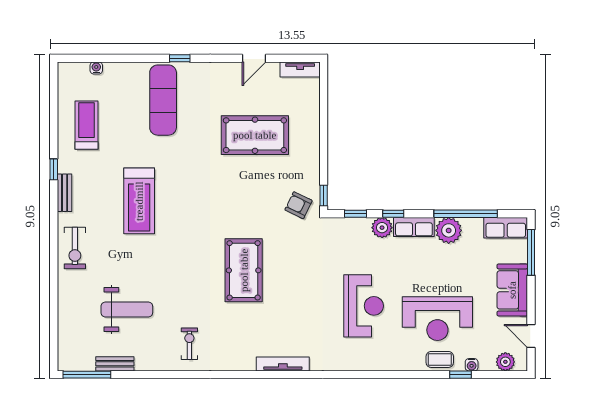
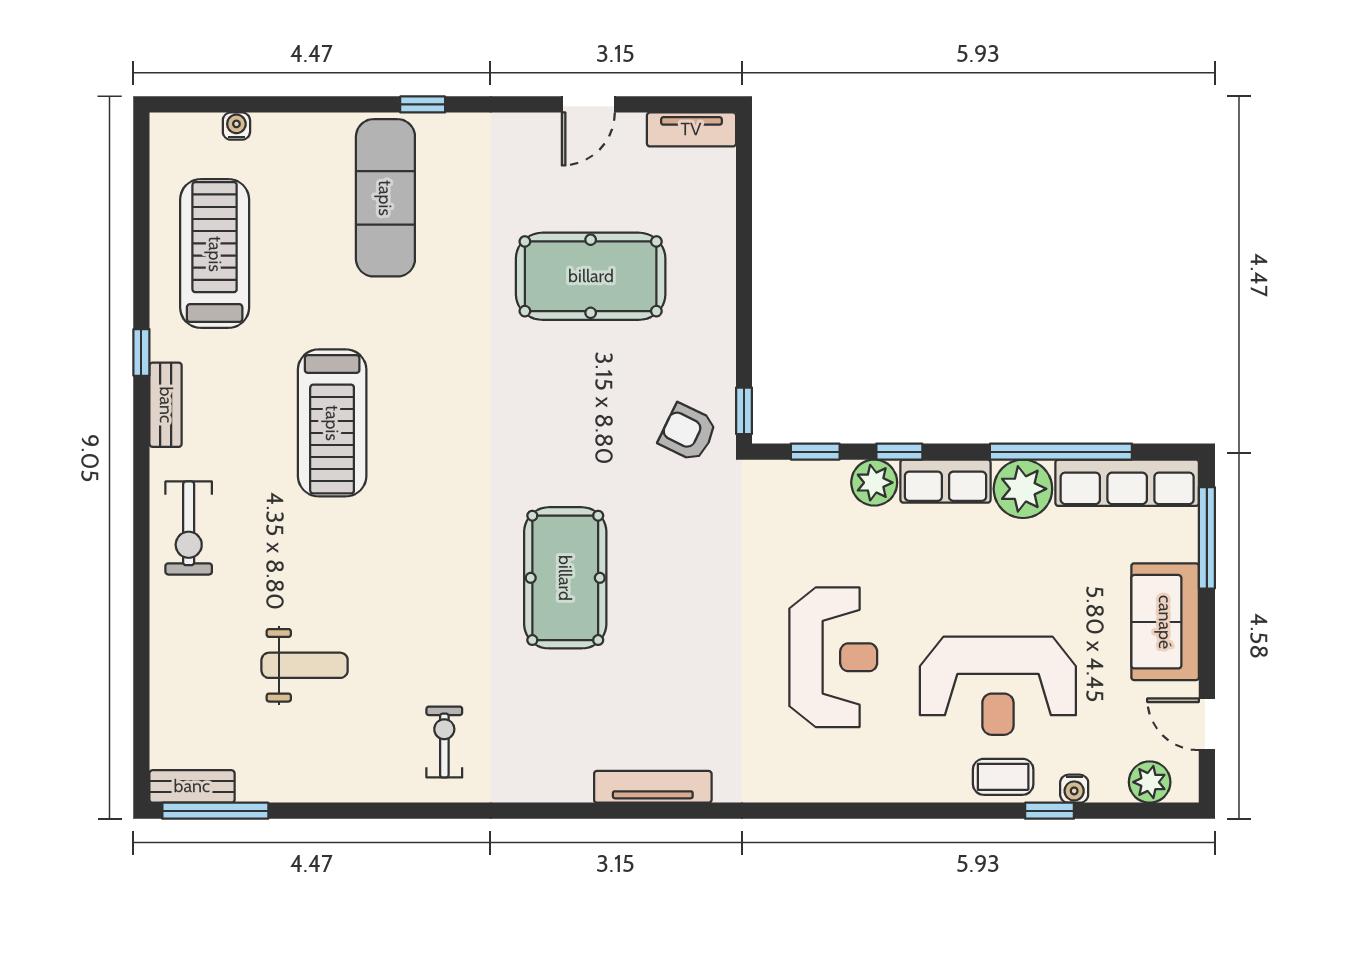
treadmill: (87, 125) -> (215, 254), width x1.37, depth x1.38
row of seats: (506, 228) -> (1127, 483), width x1.48
weight bench: (127, 309) -> (305, 665), width x0.73, depth x0.75
bench: (115, 364) -> (192, 786), moved

